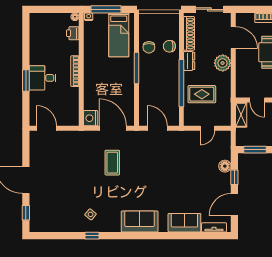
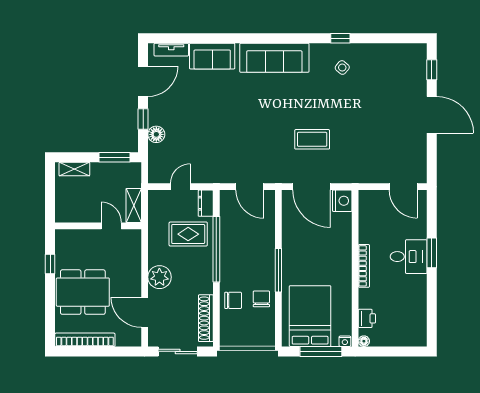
bed: (119, 35) -> (310, 316), width x1.50
dresser: (189, 61) -> (206, 203), moved
coffee table: (112, 163) -> (312, 139), turned 90
sofa: (140, 221) -> (274, 58), width x1.36

